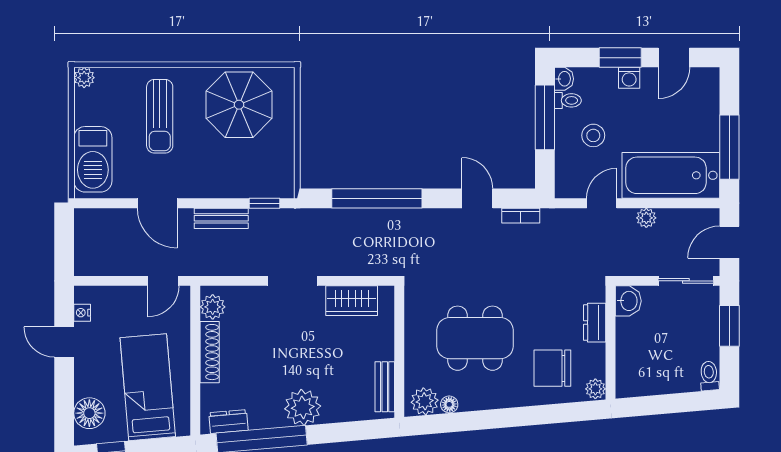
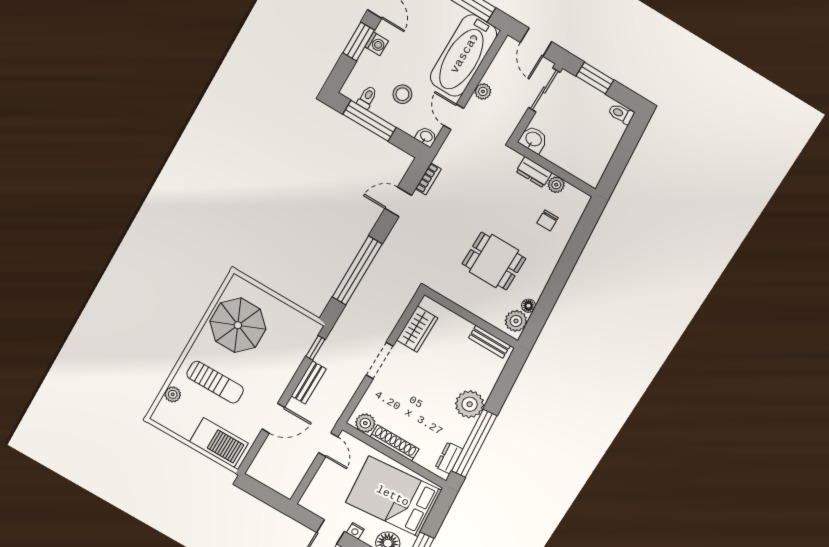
plant: (84, 78) -> (173, 394), moved
washbasin: (564, 79) -> (426, 137), moved
nightstand: (82, 313) -> (355, 531), moved
dining table: (475, 338) -> (494, 261), width x0.73
chair: (552, 368) -> (547, 220), width x0.54, depth x0.54
bed: (148, 387) -> (393, 496), width x1.50
plant: (595, 389) -> (556, 185), moved

